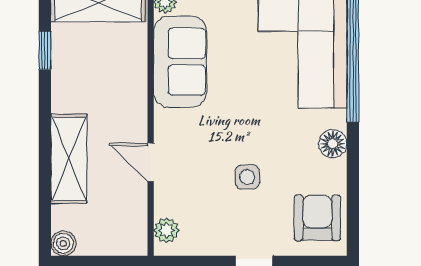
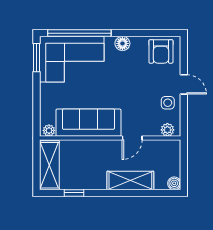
sofa: (180, 62) -> (88, 123), width x1.36
side table: (247, 177) -> (168, 103), moved
armchair: (317, 218) -> (161, 51), turned -90

